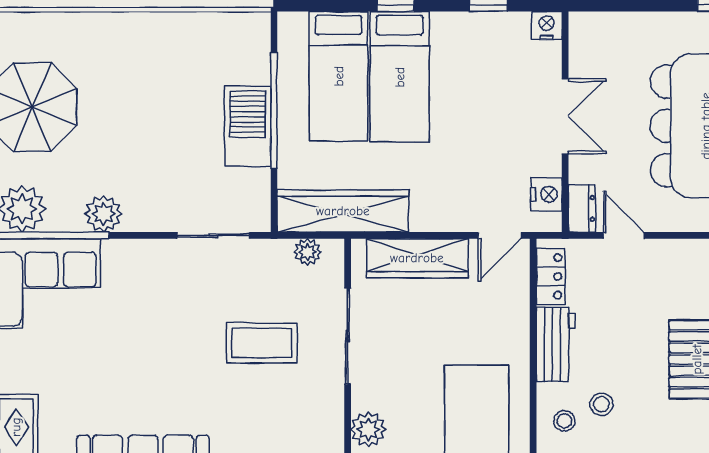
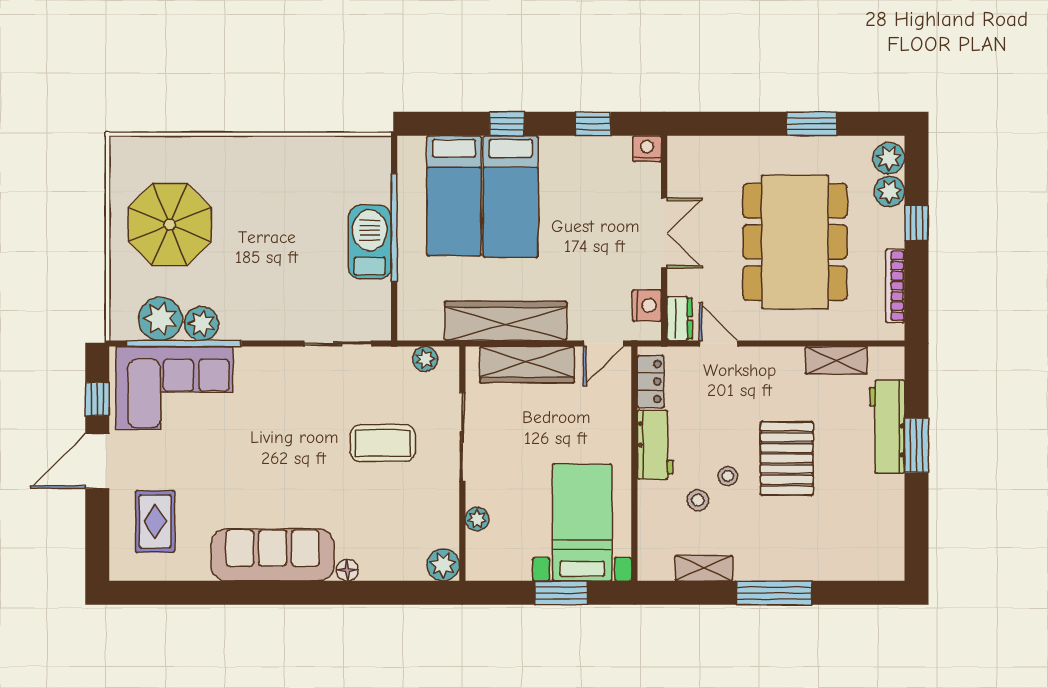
wardrobe: (343, 211) -> (506, 321), moved
plant: (104, 214) -> (202, 323), moved
stool: (564, 421) -> (728, 476), moved
plant: (368, 429) -> (477, 519), width x0.73, depth x0.73

